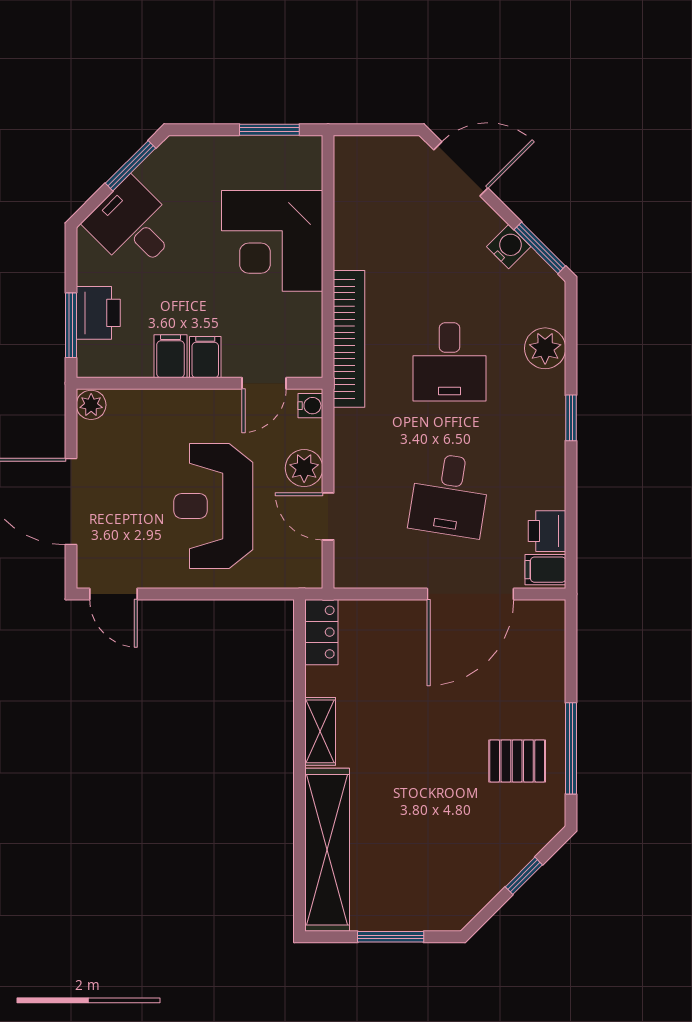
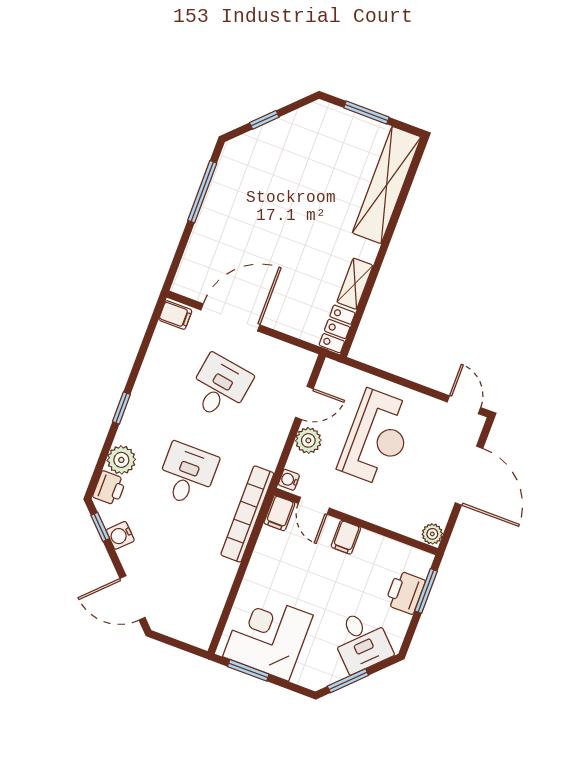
corner desk: (272, 241) -> (268, 636), moved, turned -90
window: (540, 248) -> (100, 527), width x0.67
filing cabinet: (171, 356) -> (279, 513), moved
door: (264, 383) -> (314, 506), swing flipped
door: (328, 516) -> (304, 403), hinge flipped
printer: (547, 531) -> (109, 488), moved
shelving: (320, 731) -> (355, 284), moved
pallet: (517, 761) -> (241, 197), removed

